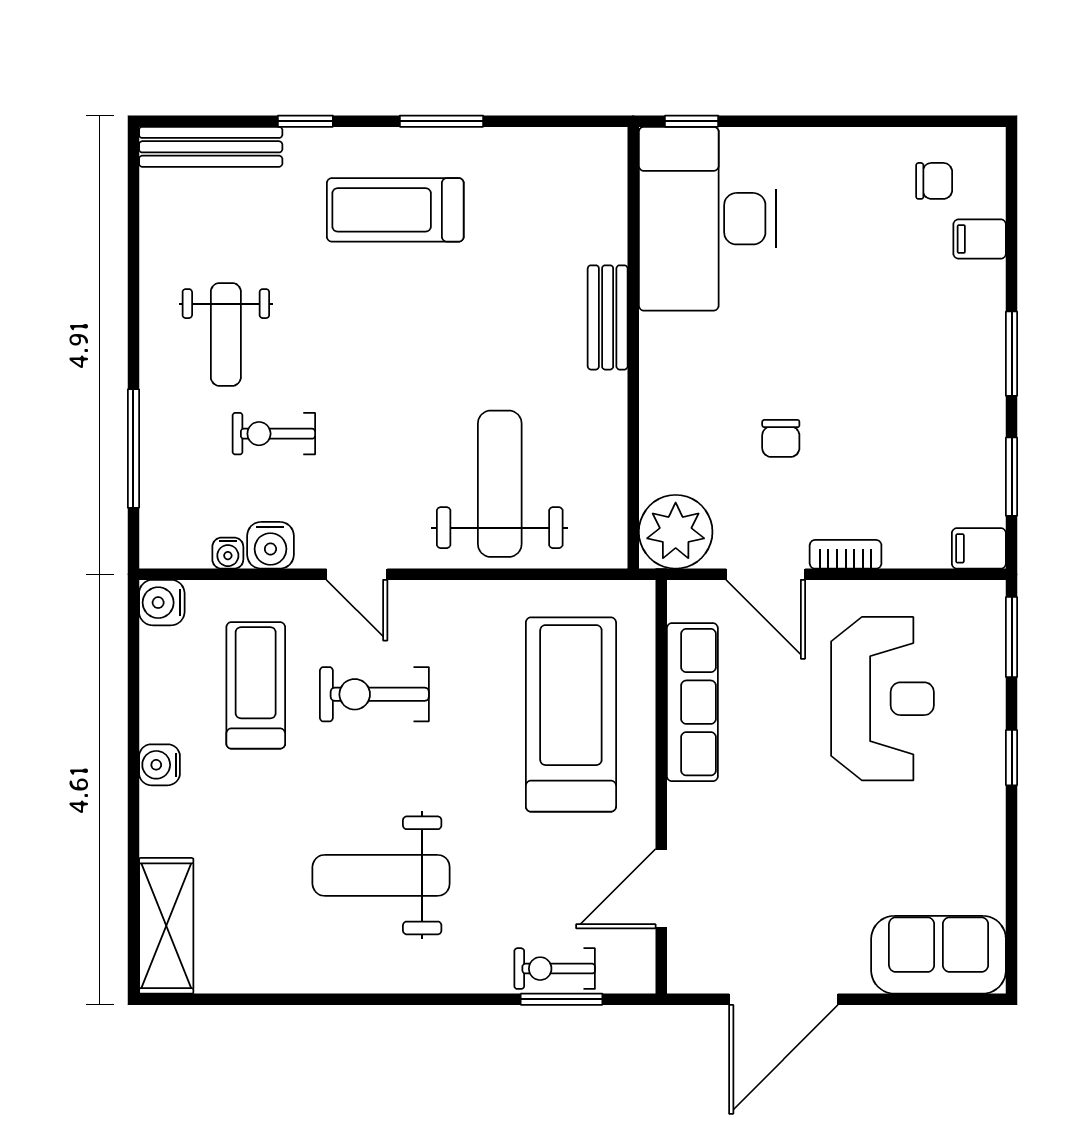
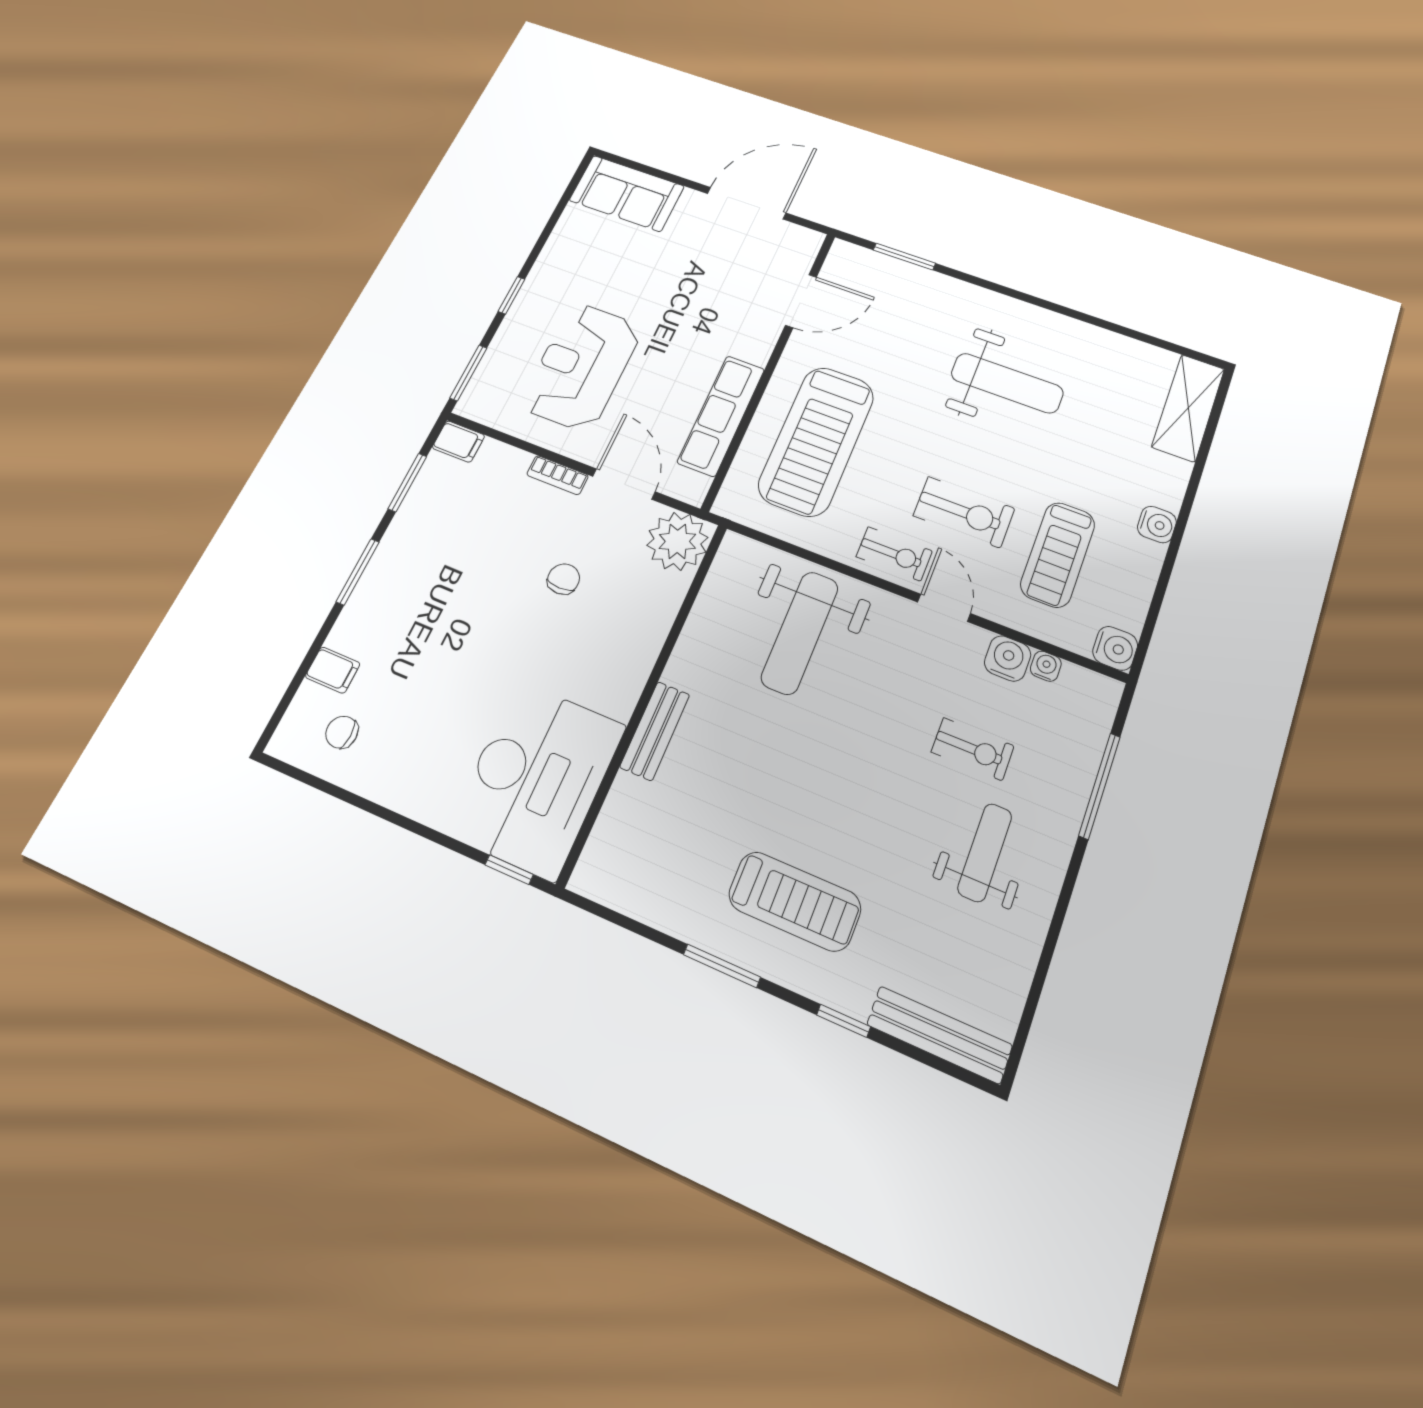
exercise bike: (555, 969) -> (894, 554), moved

